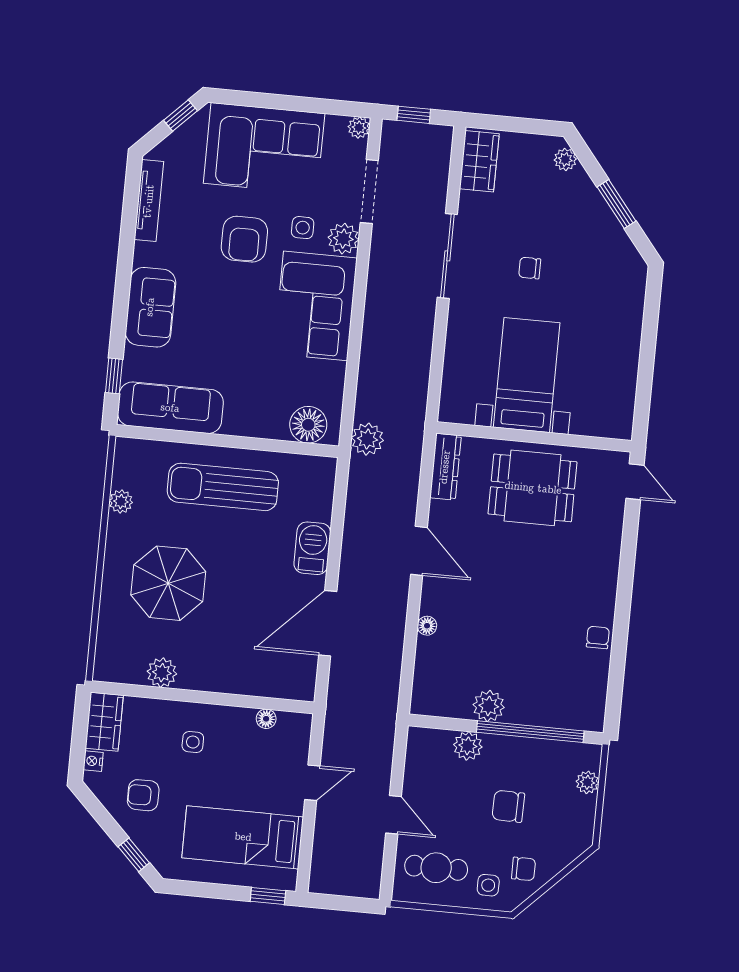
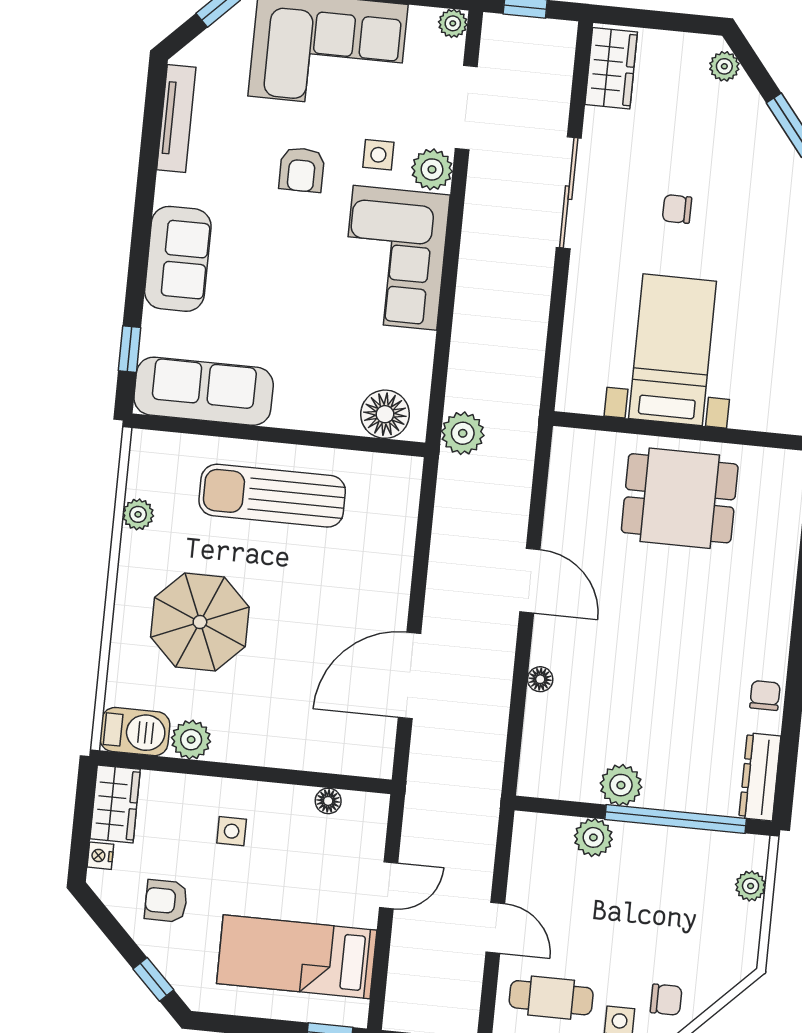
armchair: (244, 239) -> (302, 170), width x0.72, depth x0.72
dresser: (445, 467) -> (760, 777), moved, turned 180
barbecue: (312, 548) -> (135, 732), moved, turned 90
chair: (508, 806) -> (646, 917), removed

